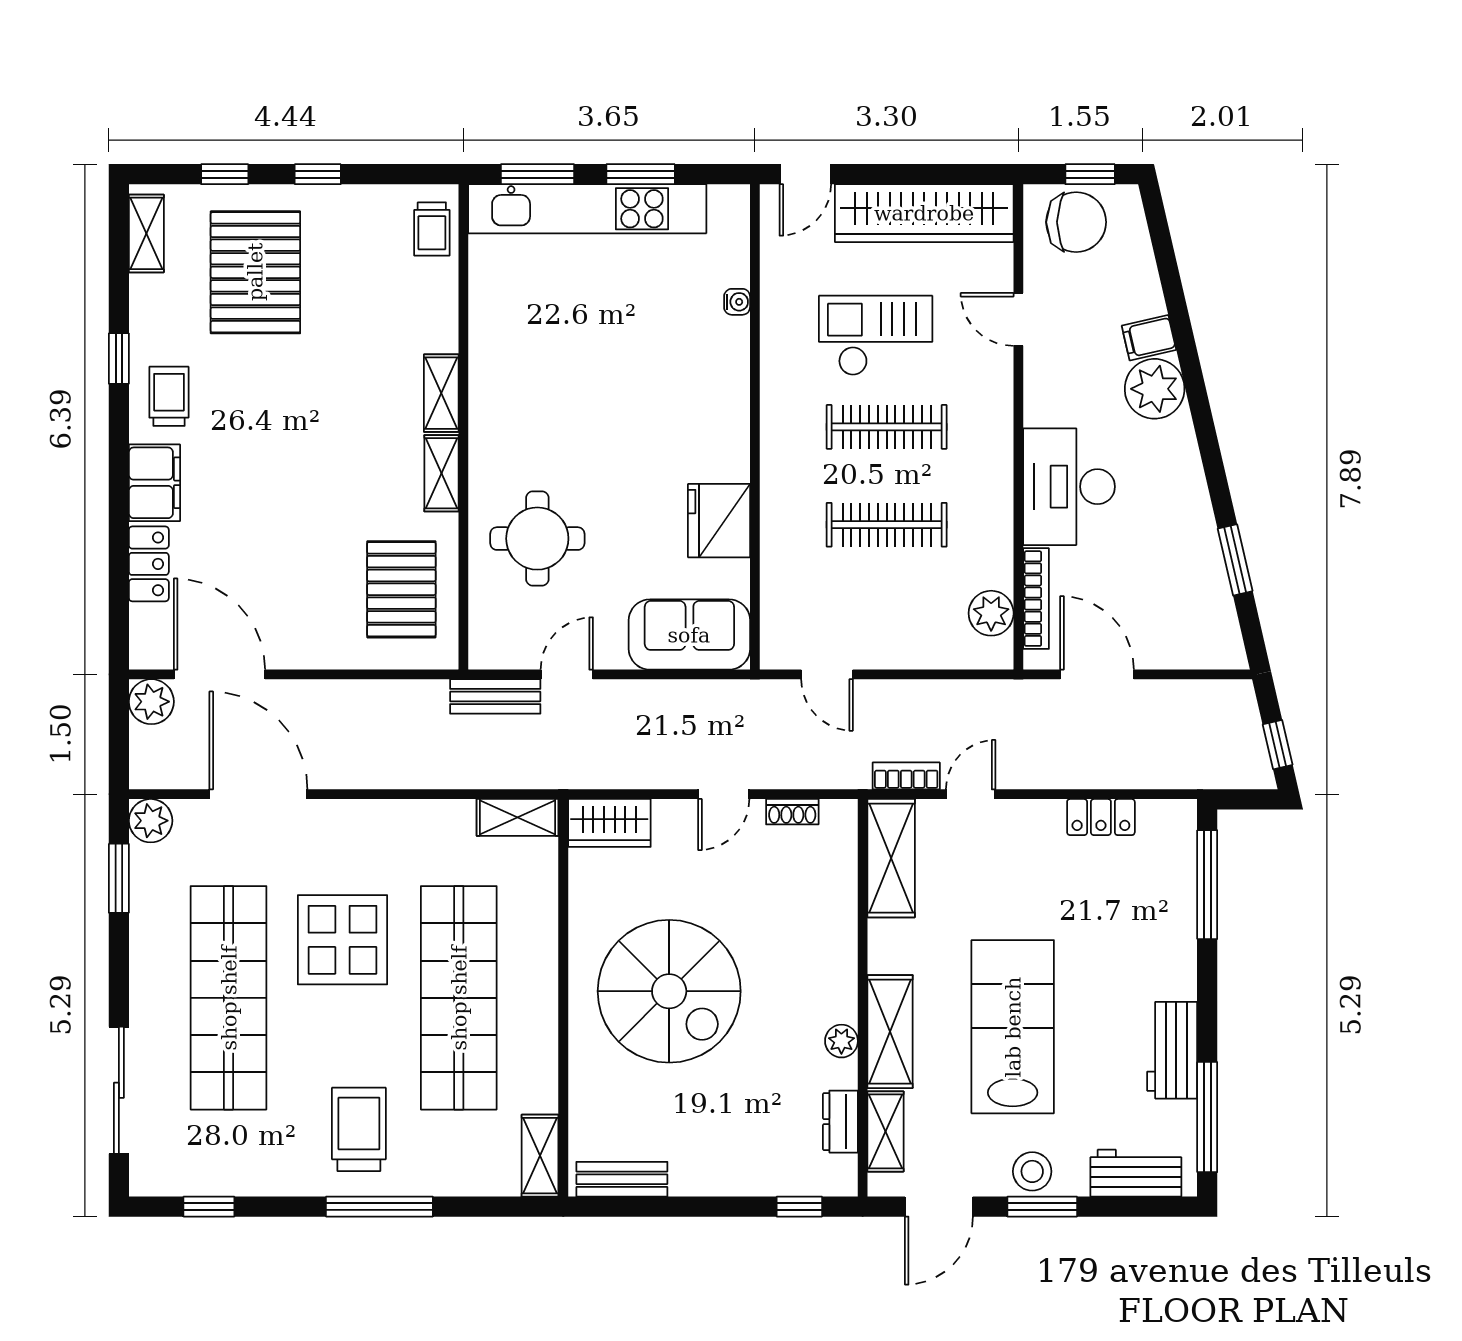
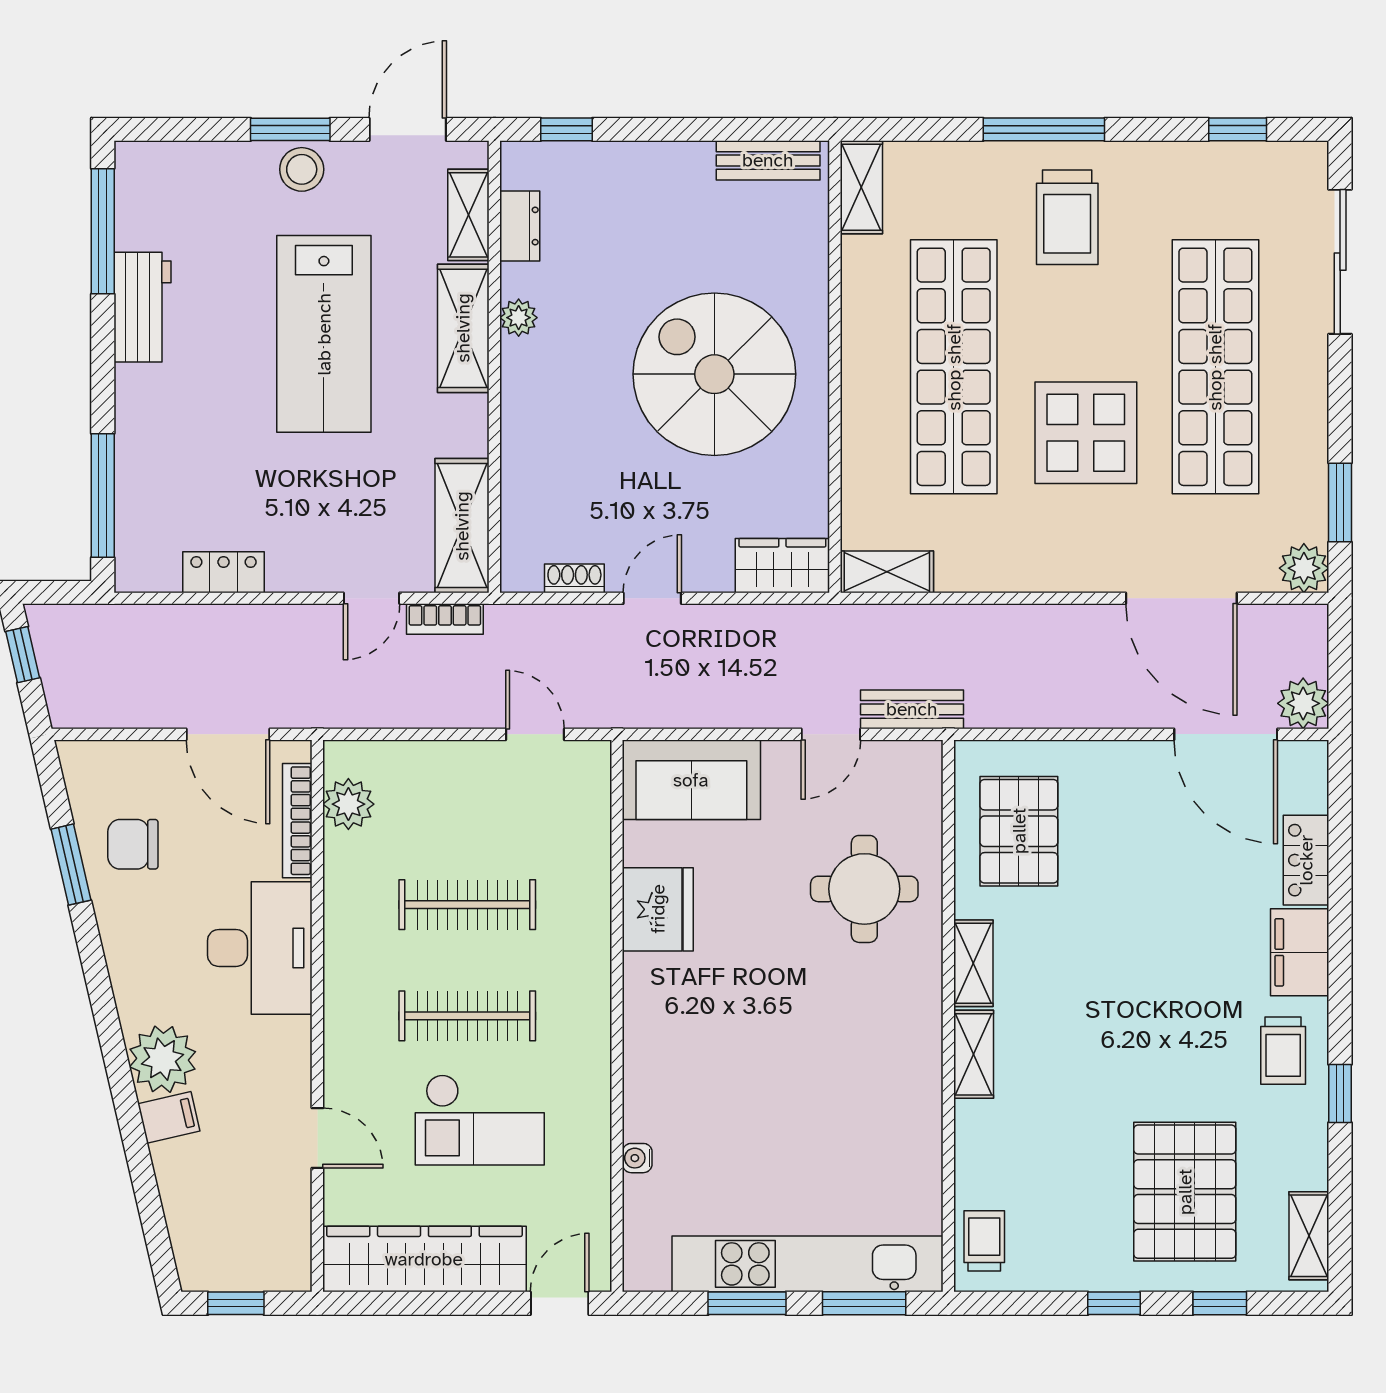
chair: (1076, 222) -> (133, 844), moved, width x0.73, depth x0.73
workbench: (1136, 1173) -> (184, 167), removed

